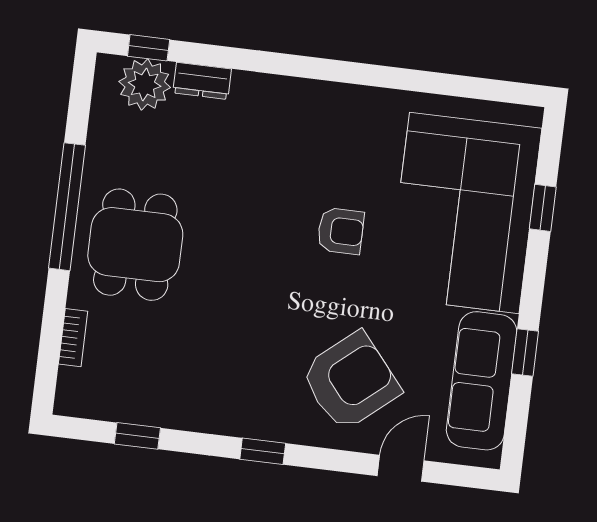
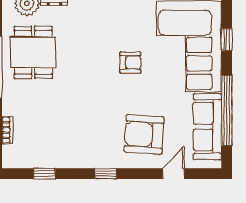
dining table: (135, 245) -> (33, 52), moved
window: (525, 352) -> (227, 110), width x3.17
armchair: (350, 381) -> (144, 135), turned -136

